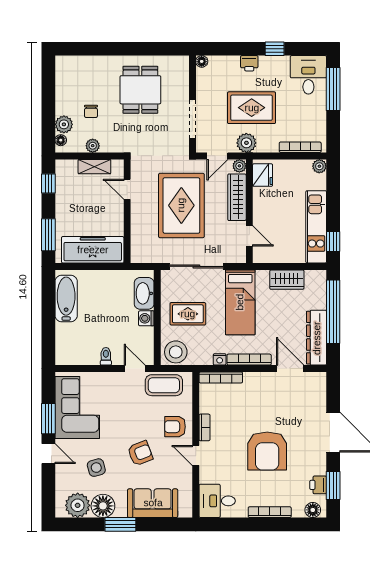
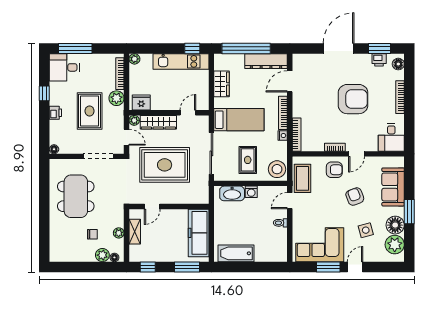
dining table: (140, 90) -> (76, 196), width x1.38
plant: (246, 143) -> (116, 98), moved
armchair: (175, 427) -> (334, 170), turned -90

